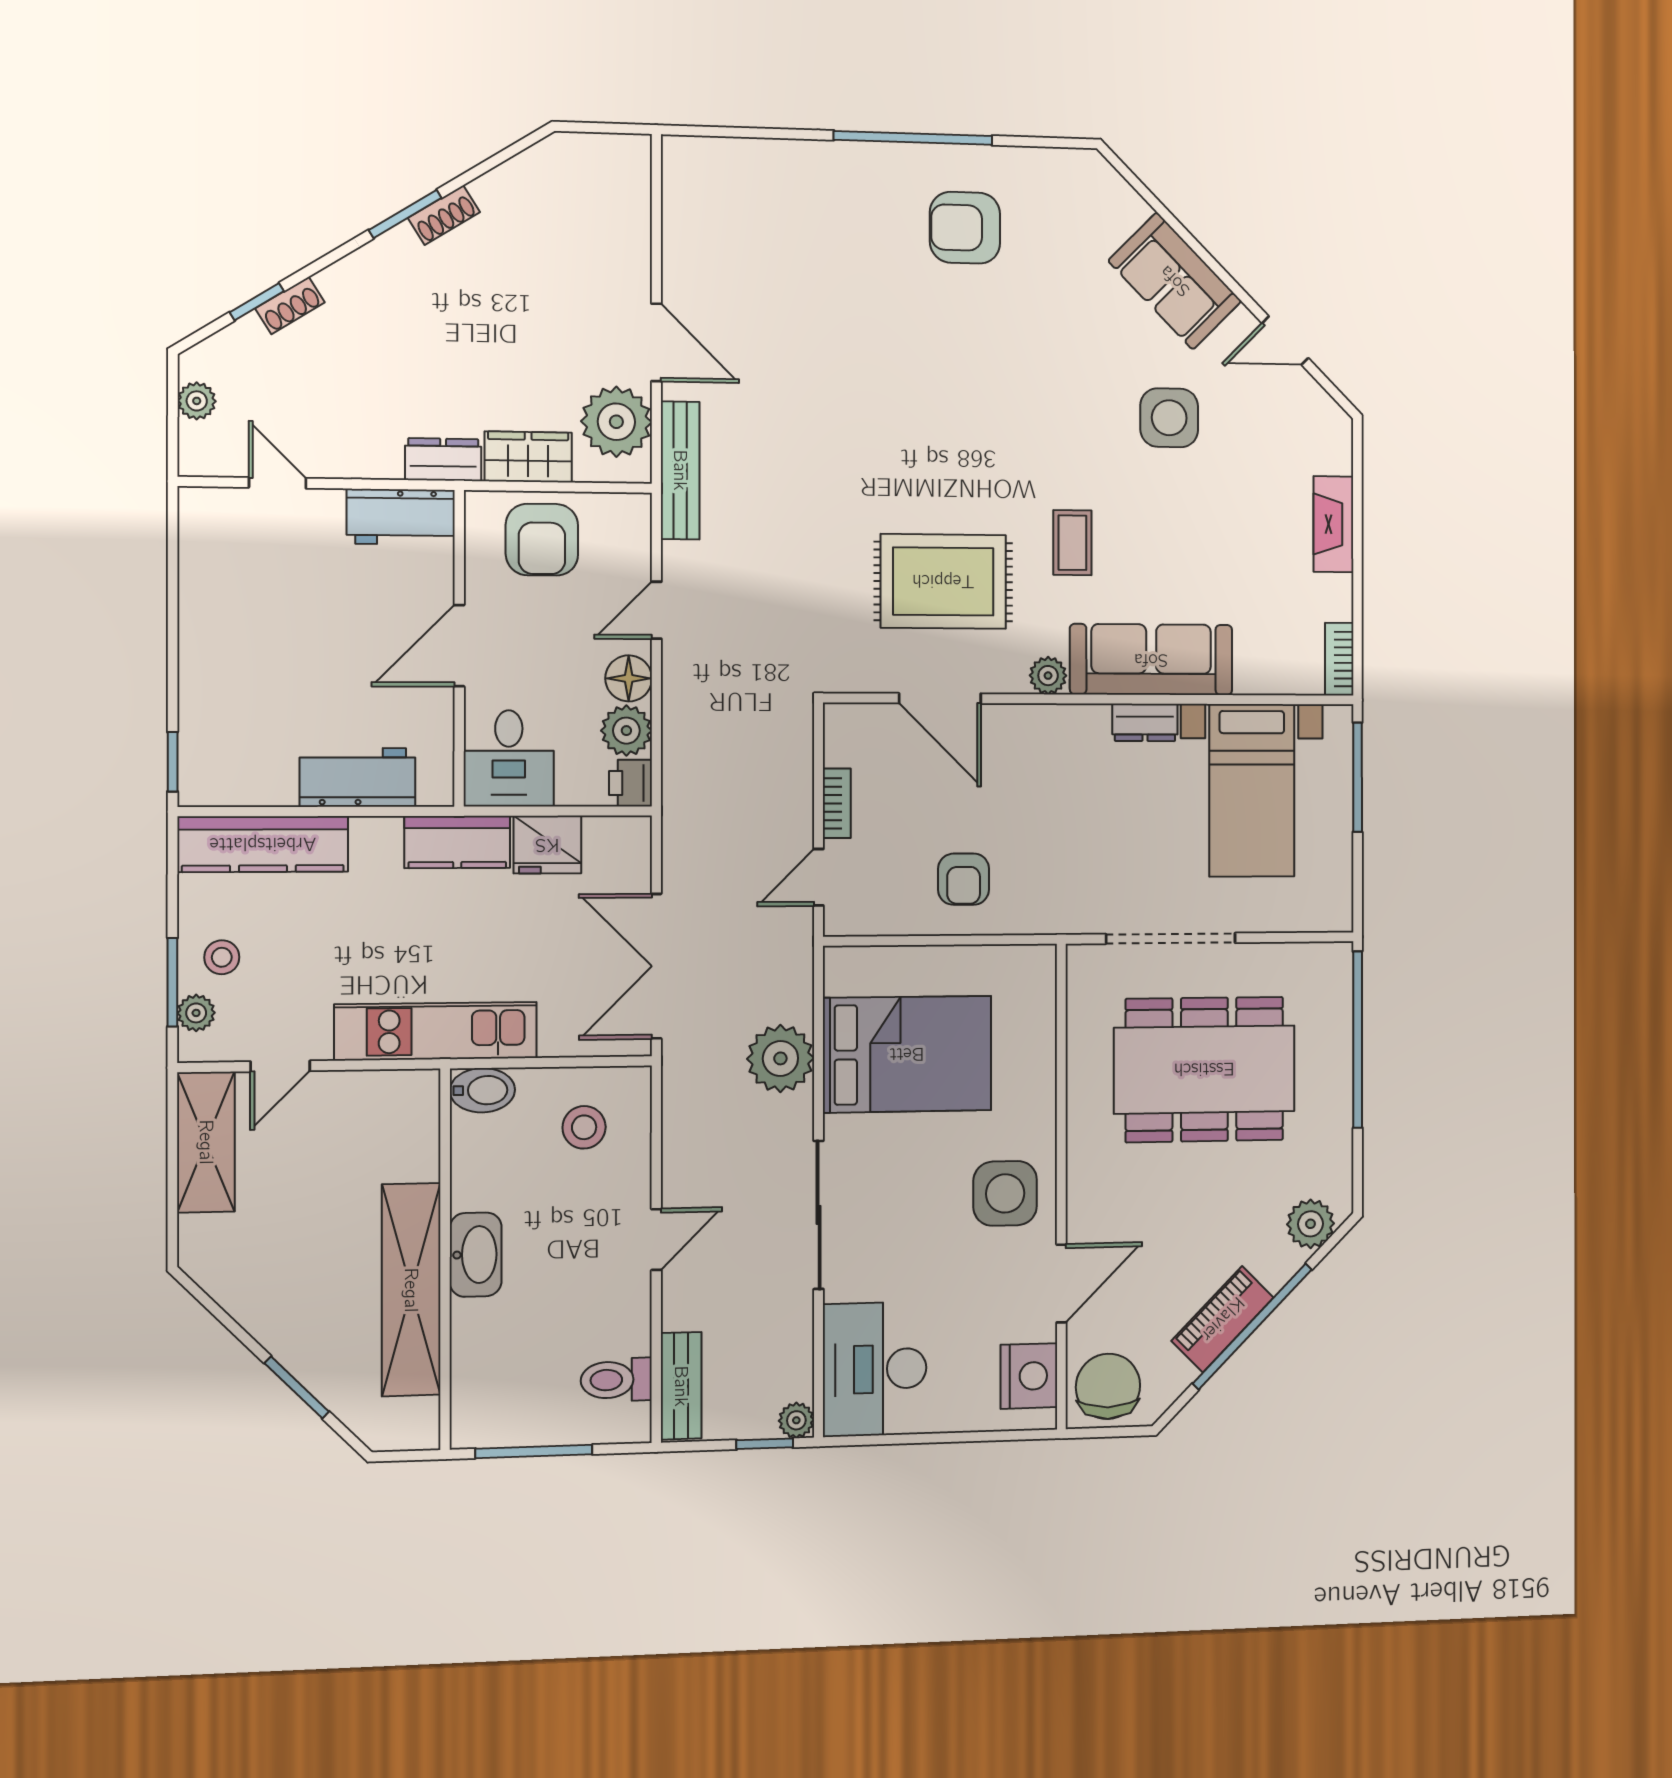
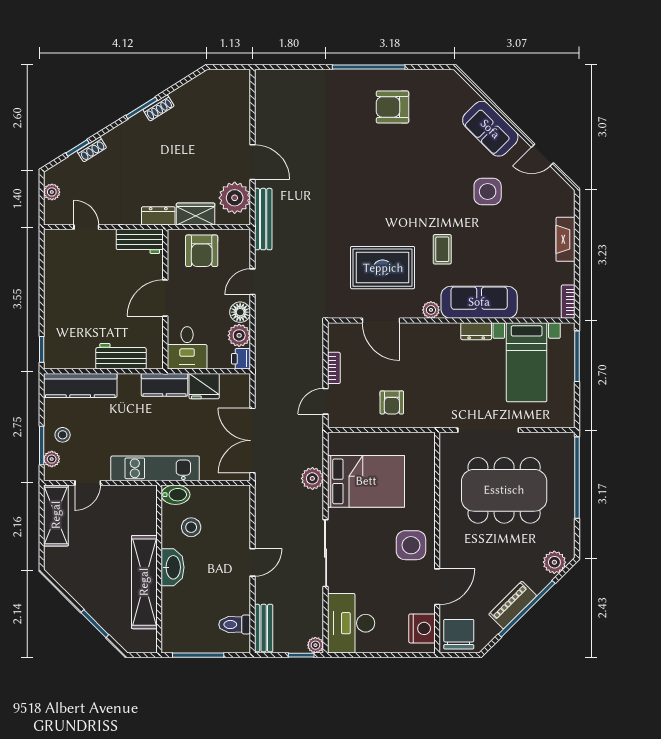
plant: (780, 1058) -> (312, 478), width x0.73, depth x0.73
stool: (584, 1127) -> (191, 527), moved

